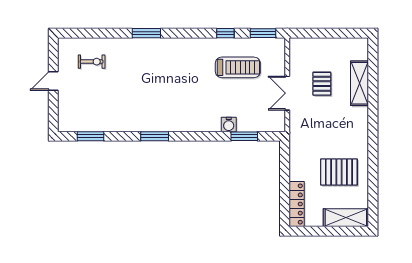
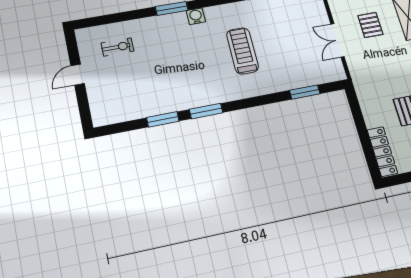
treadmill: (238, 67) -> (242, 51), moved, turned -90
water cooler: (229, 124) -> (196, 16), moved, turned 180
window: (91, 136) -> (163, 119), moved

